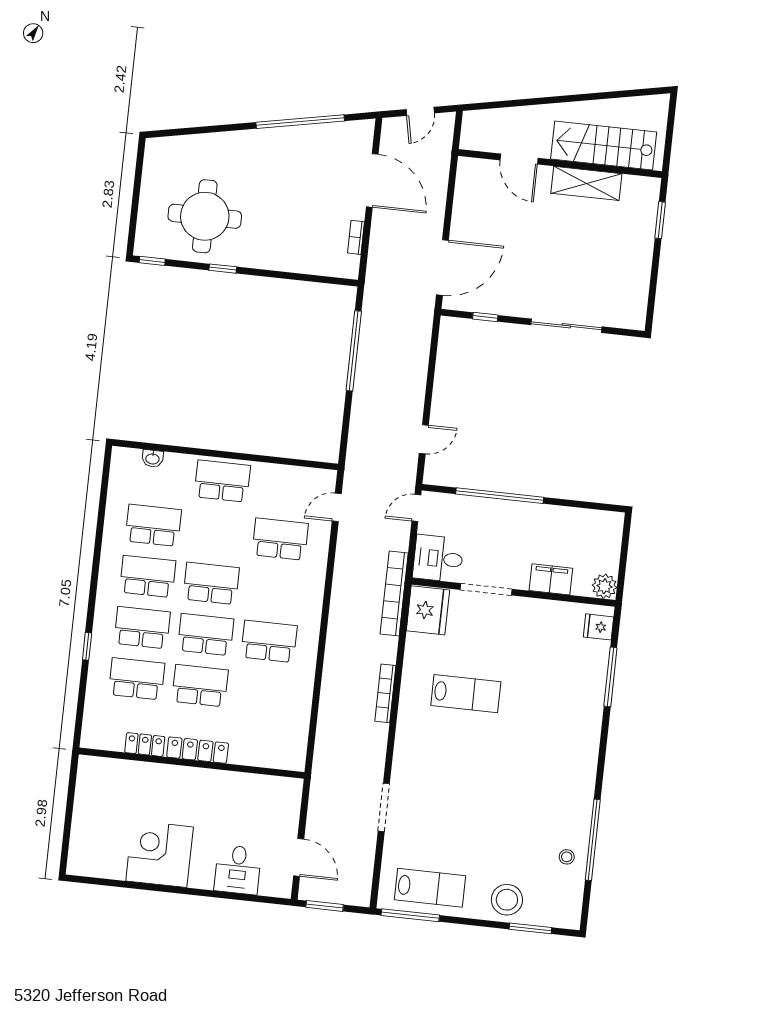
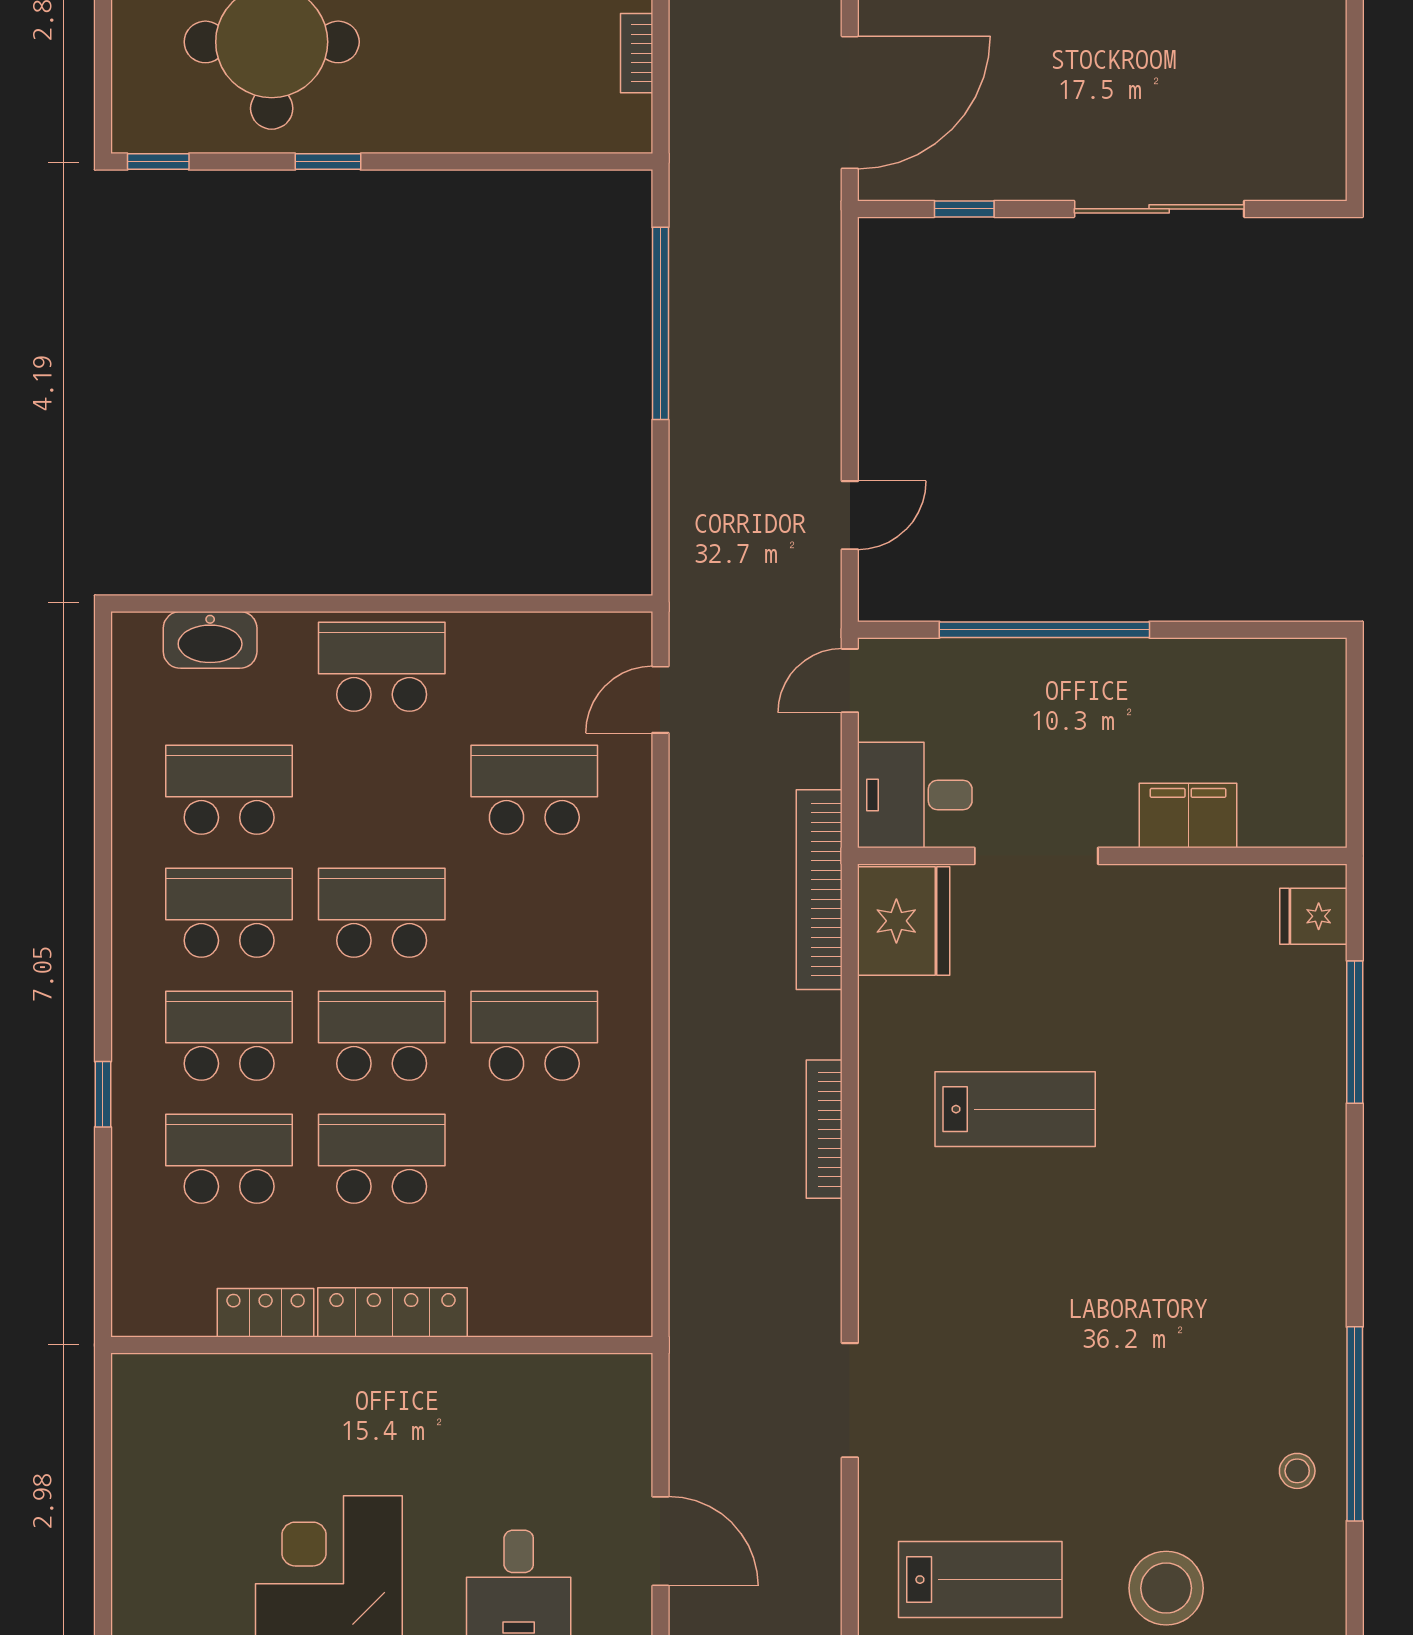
washbasin: (153, 458) -> (210, 640), width x1.91, depth x1.45
plant: (604, 586) -> (1317, 818), removed

